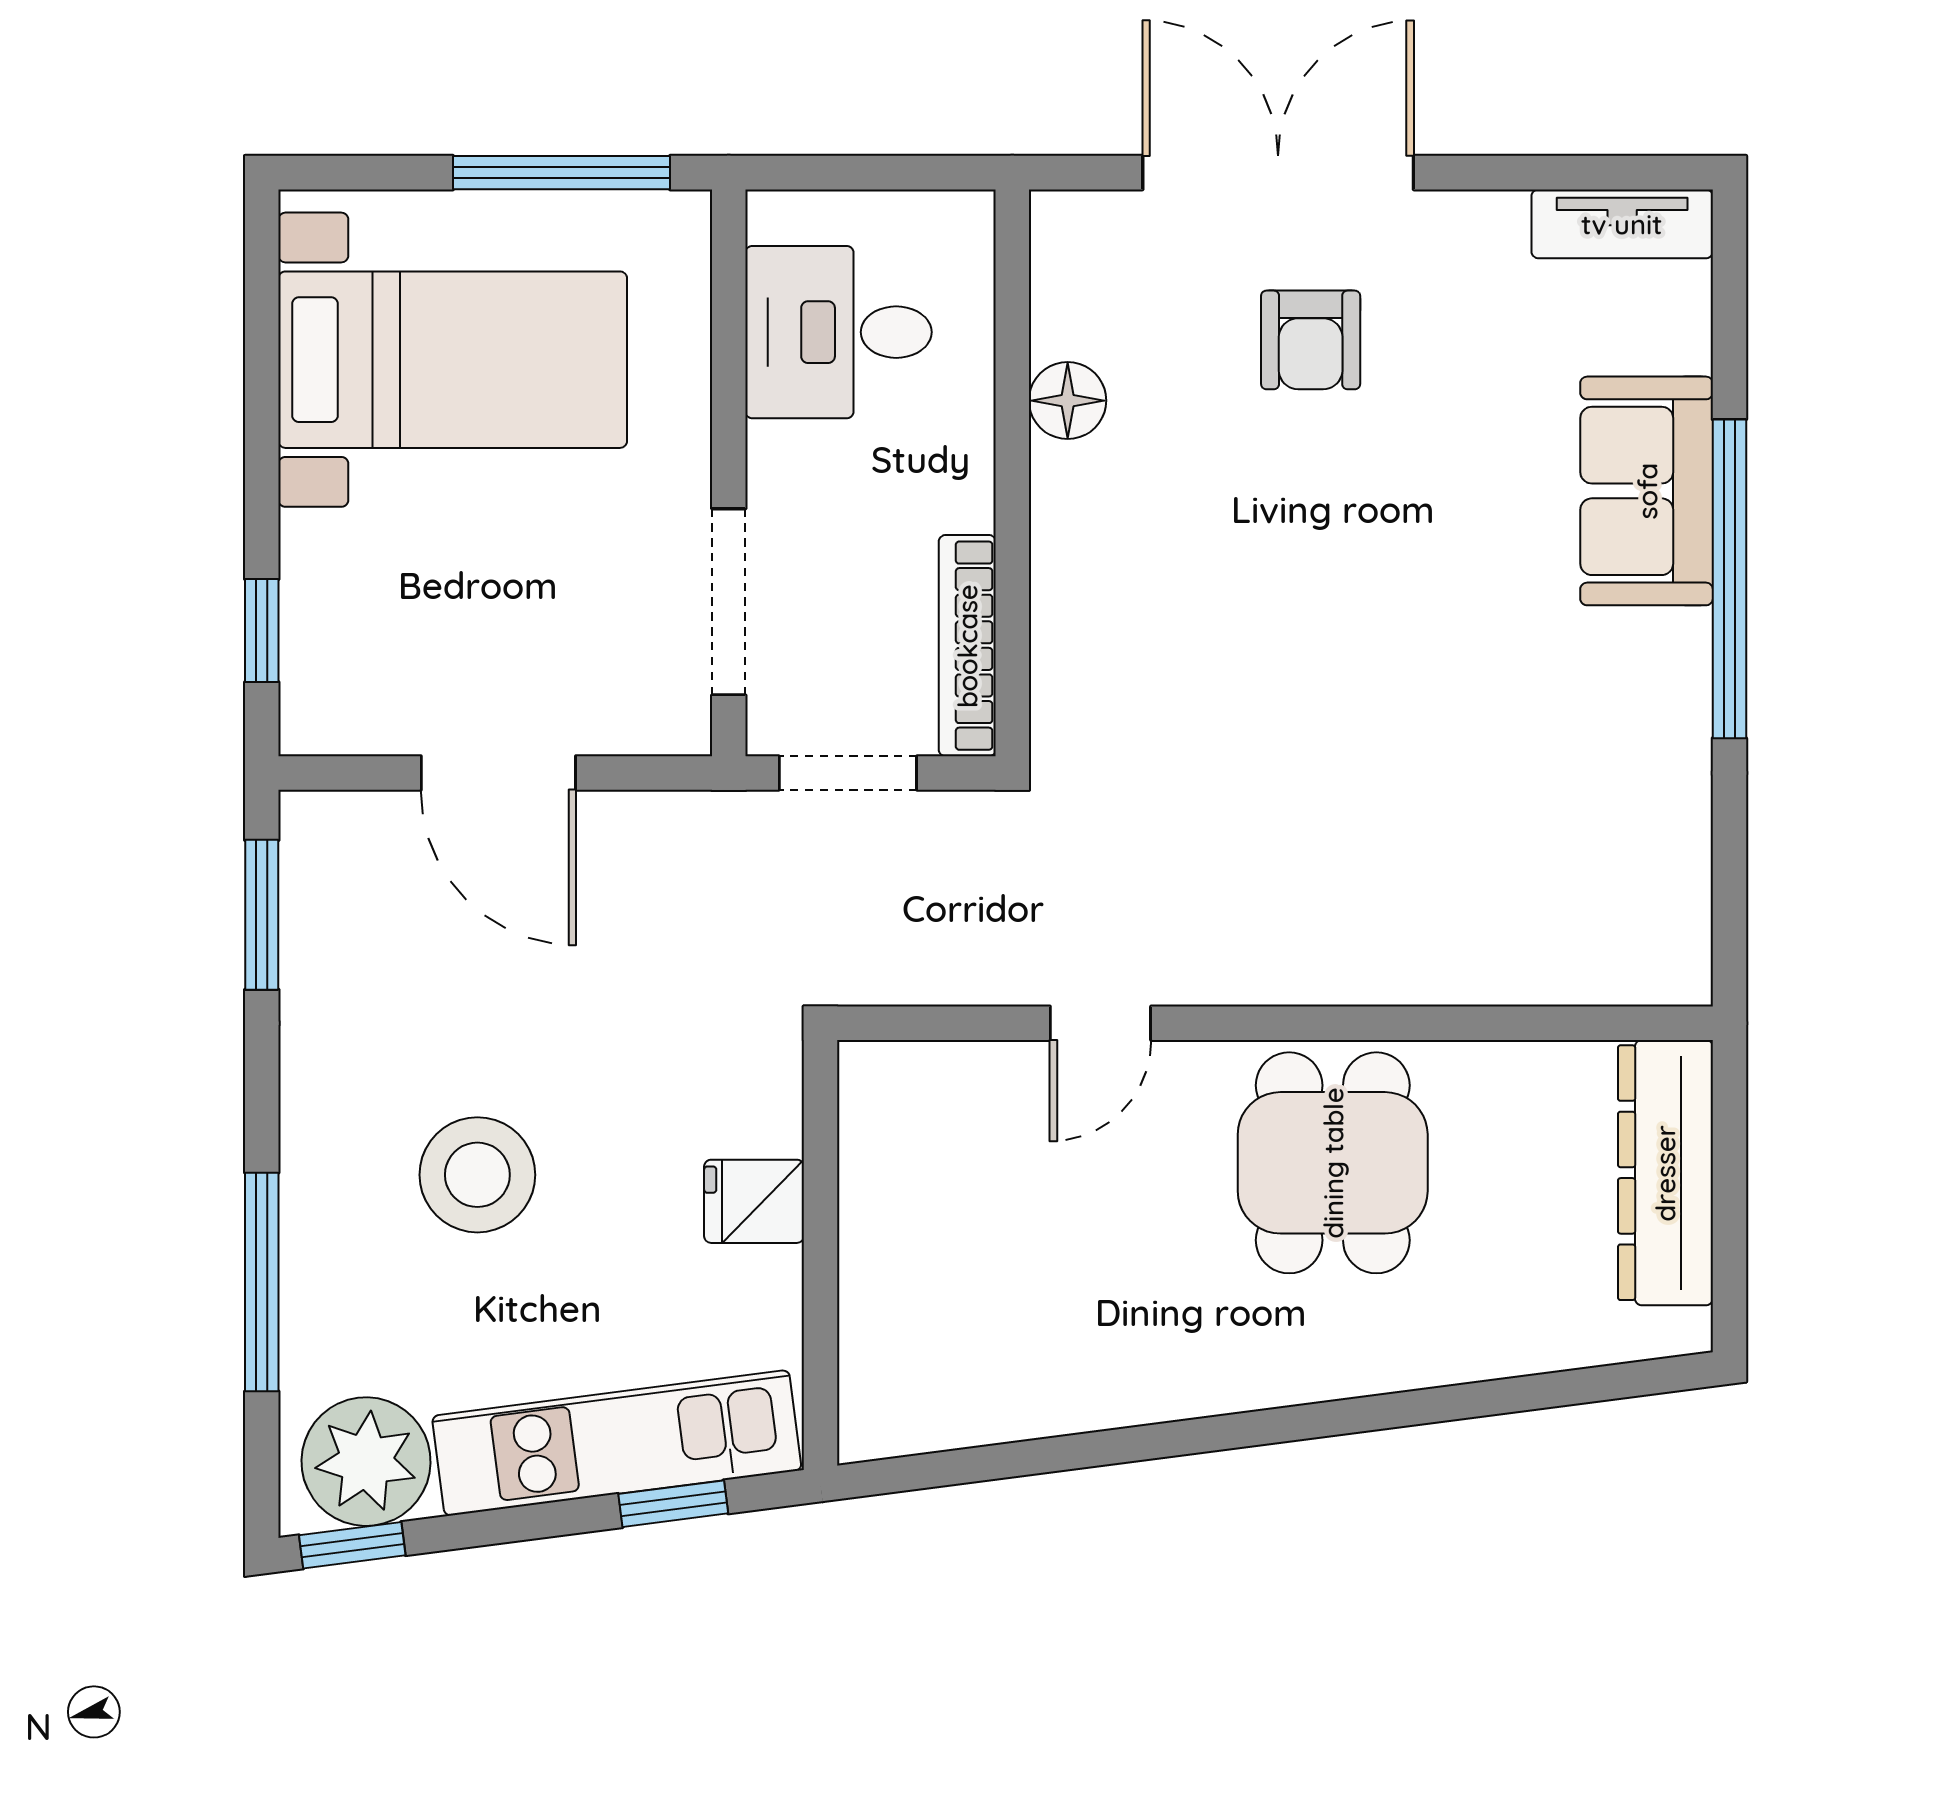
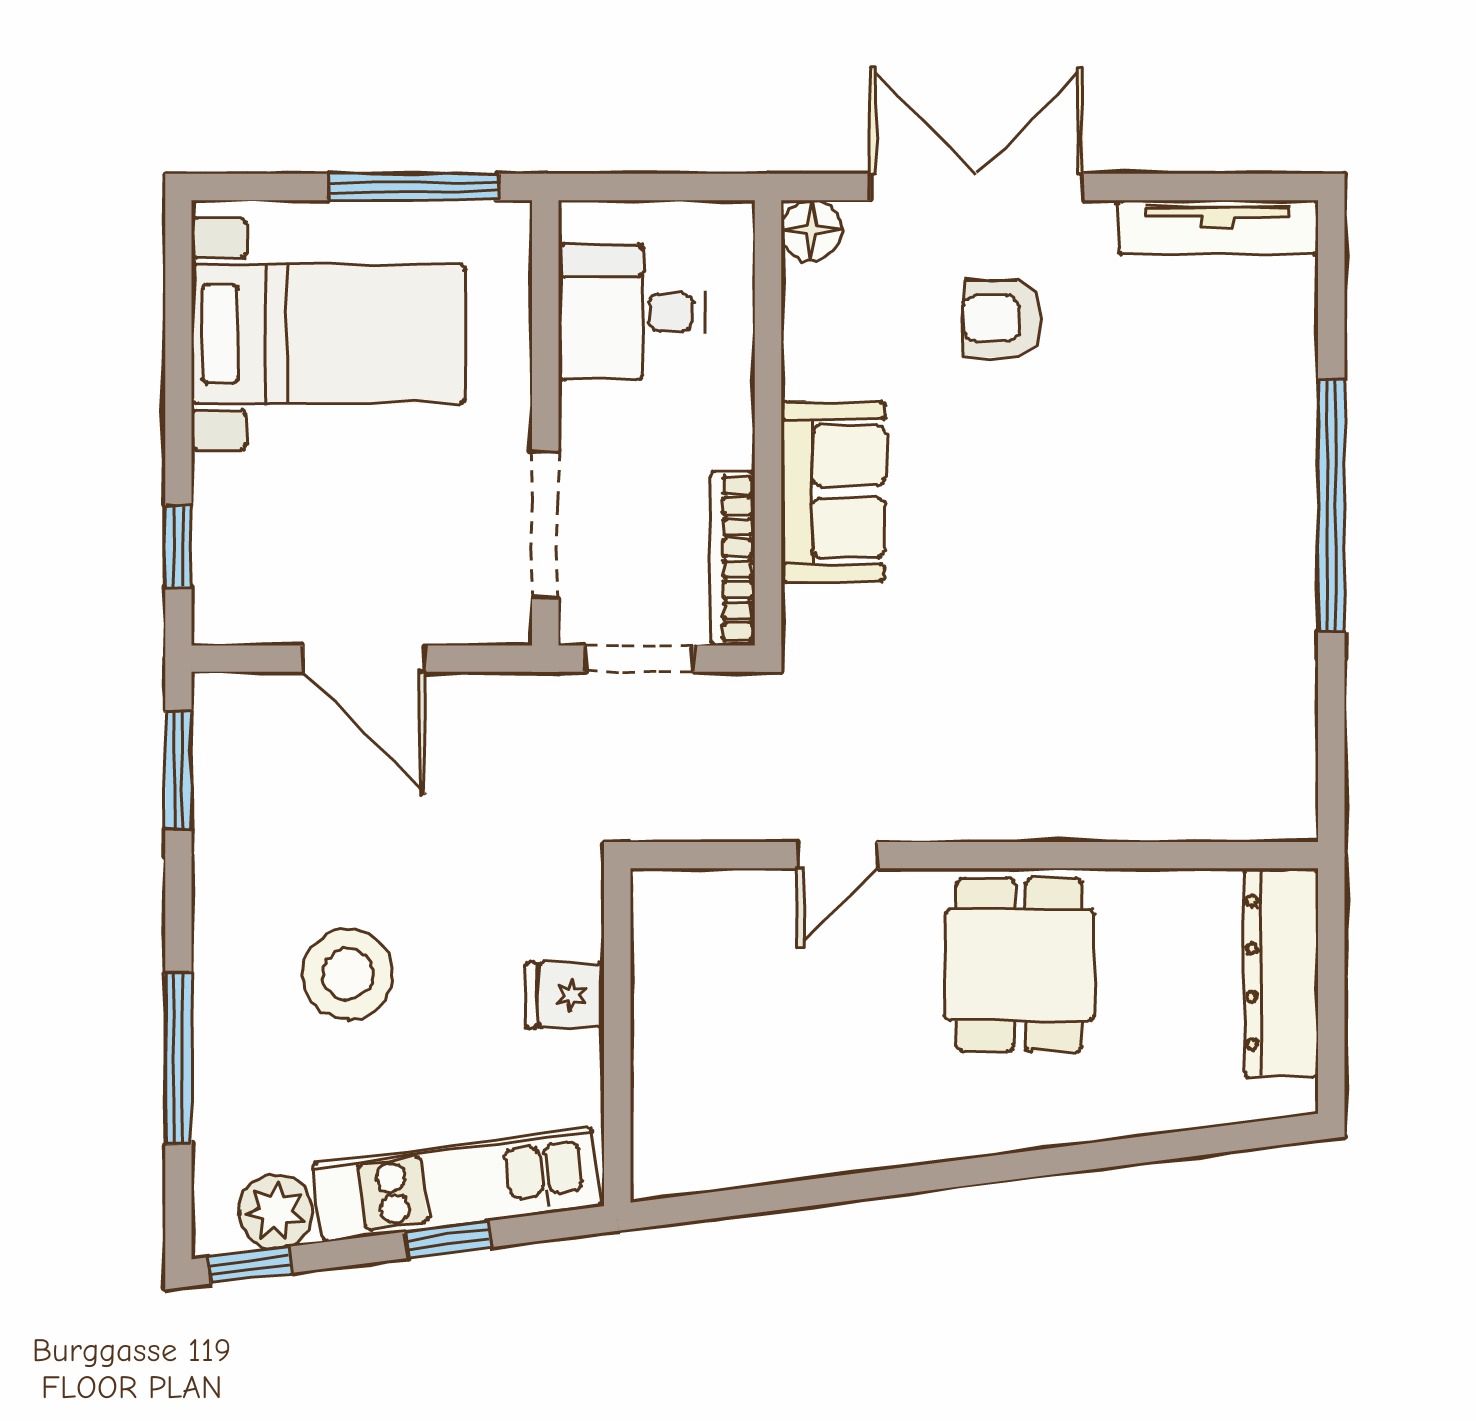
tv unit: (1622, 224) -> (1218, 227), width x1.41
armchair: (1311, 340) -> (1002, 318), turned 90
floor lamp: (1068, 401) -> (811, 230), moved
sofa: (1647, 491) -> (833, 491), moved, turned 180
plant: (366, 1462) -> (275, 1211), width x0.73, depth x0.73
window: (673, 1504) -> (448, 1239), moved

